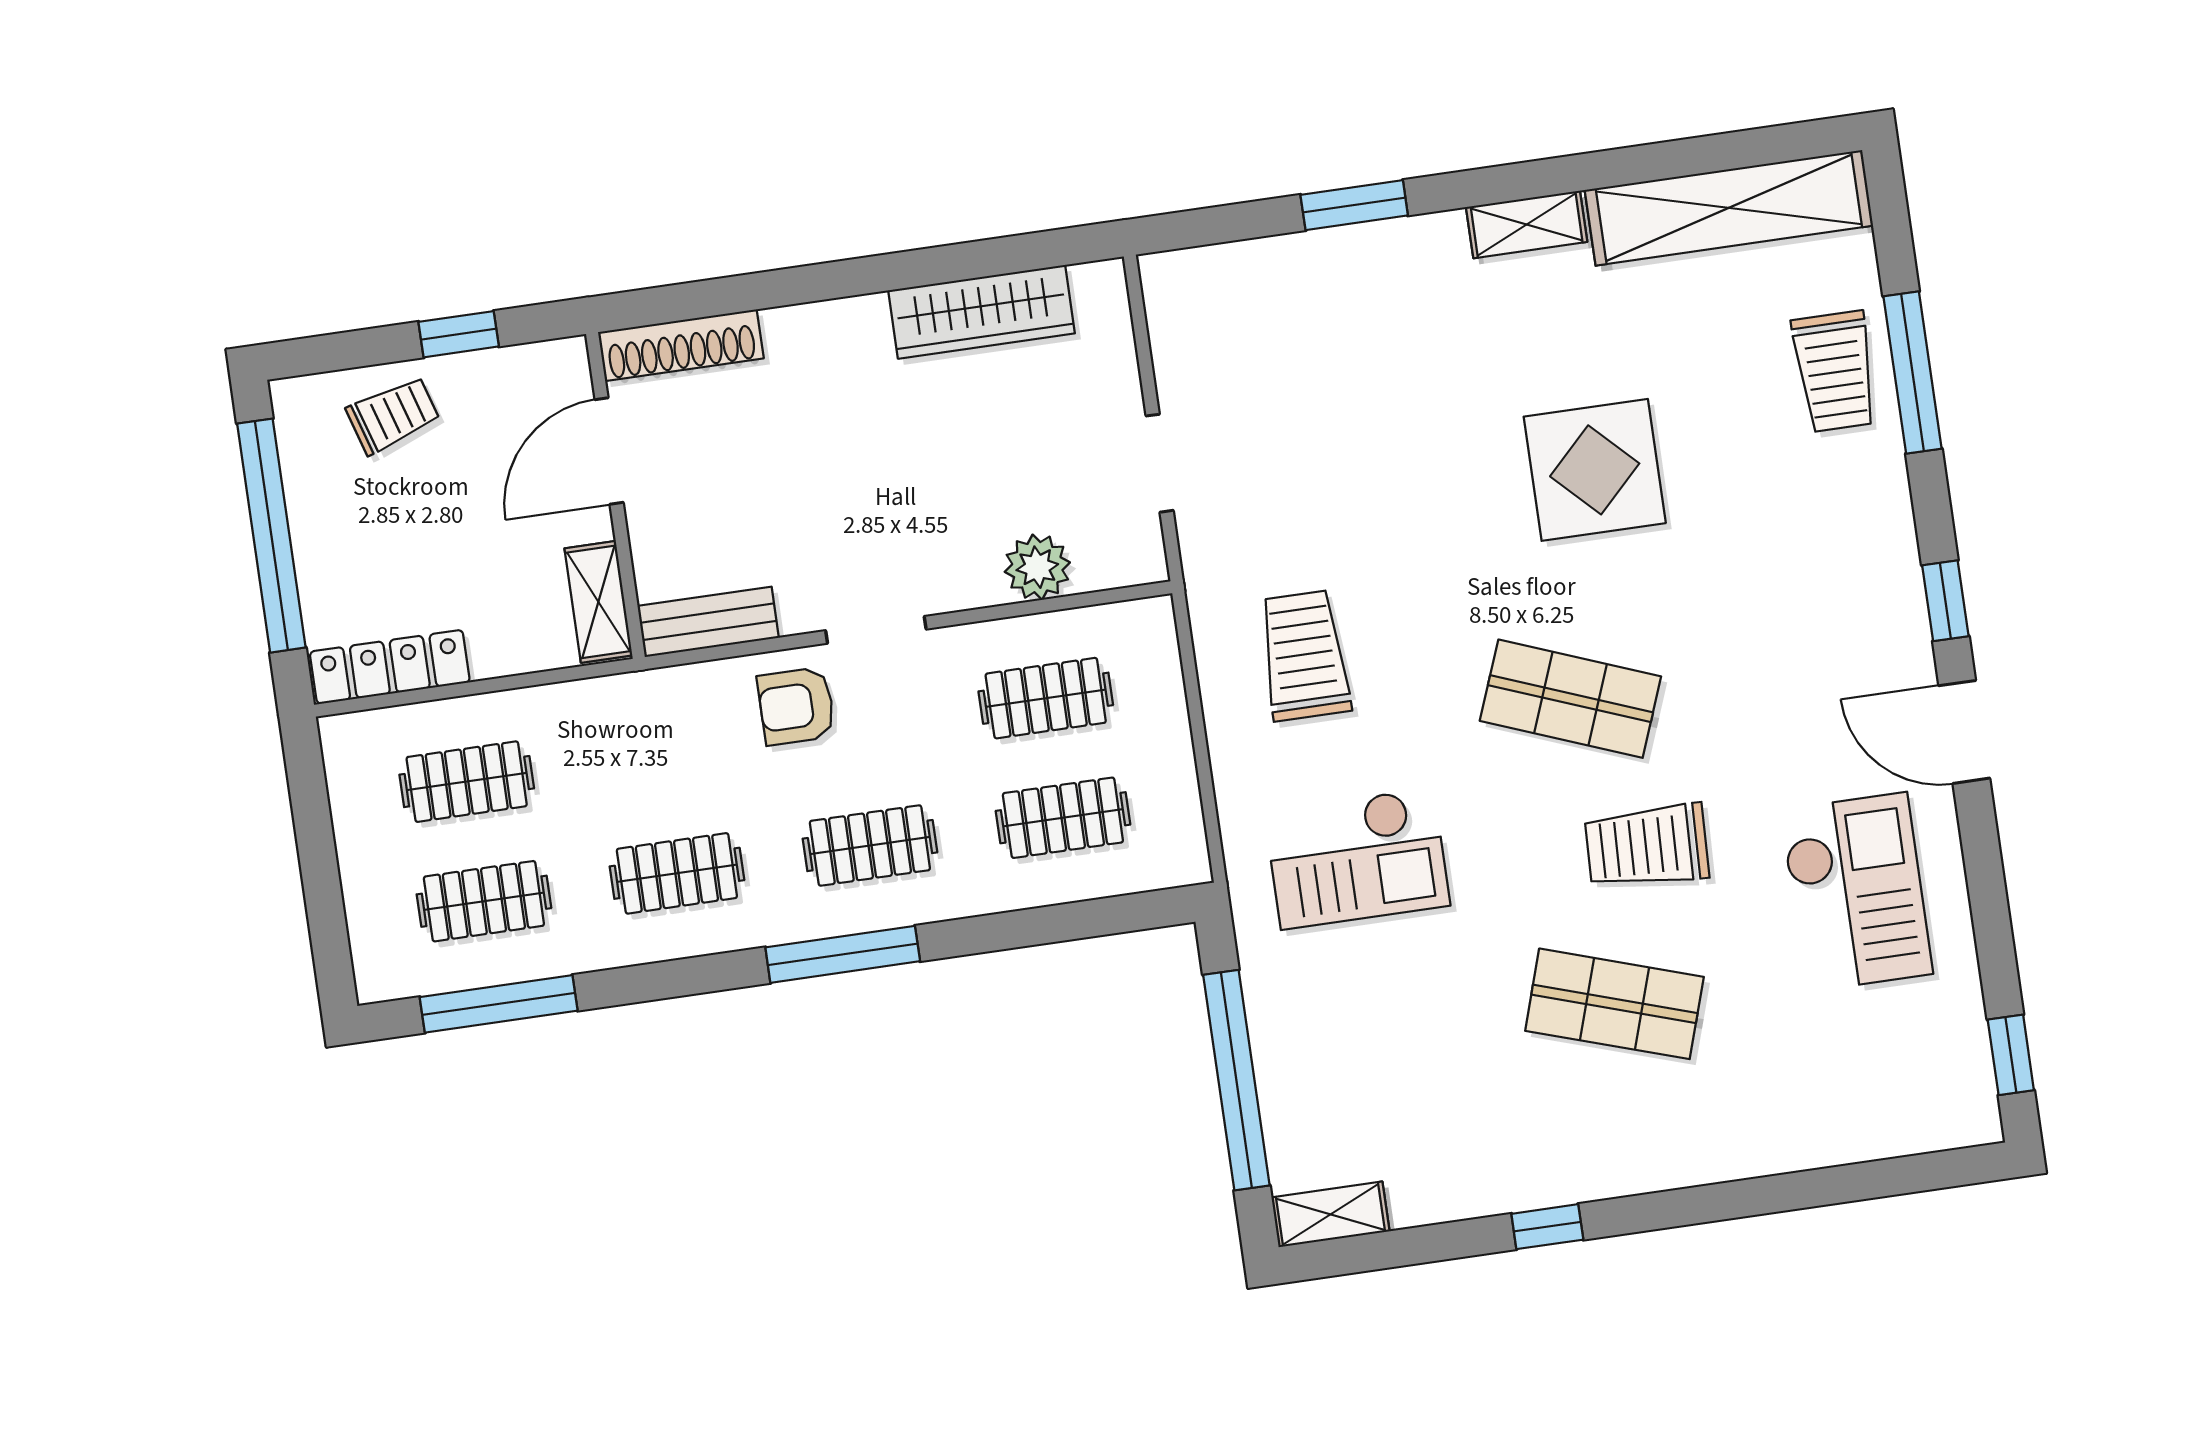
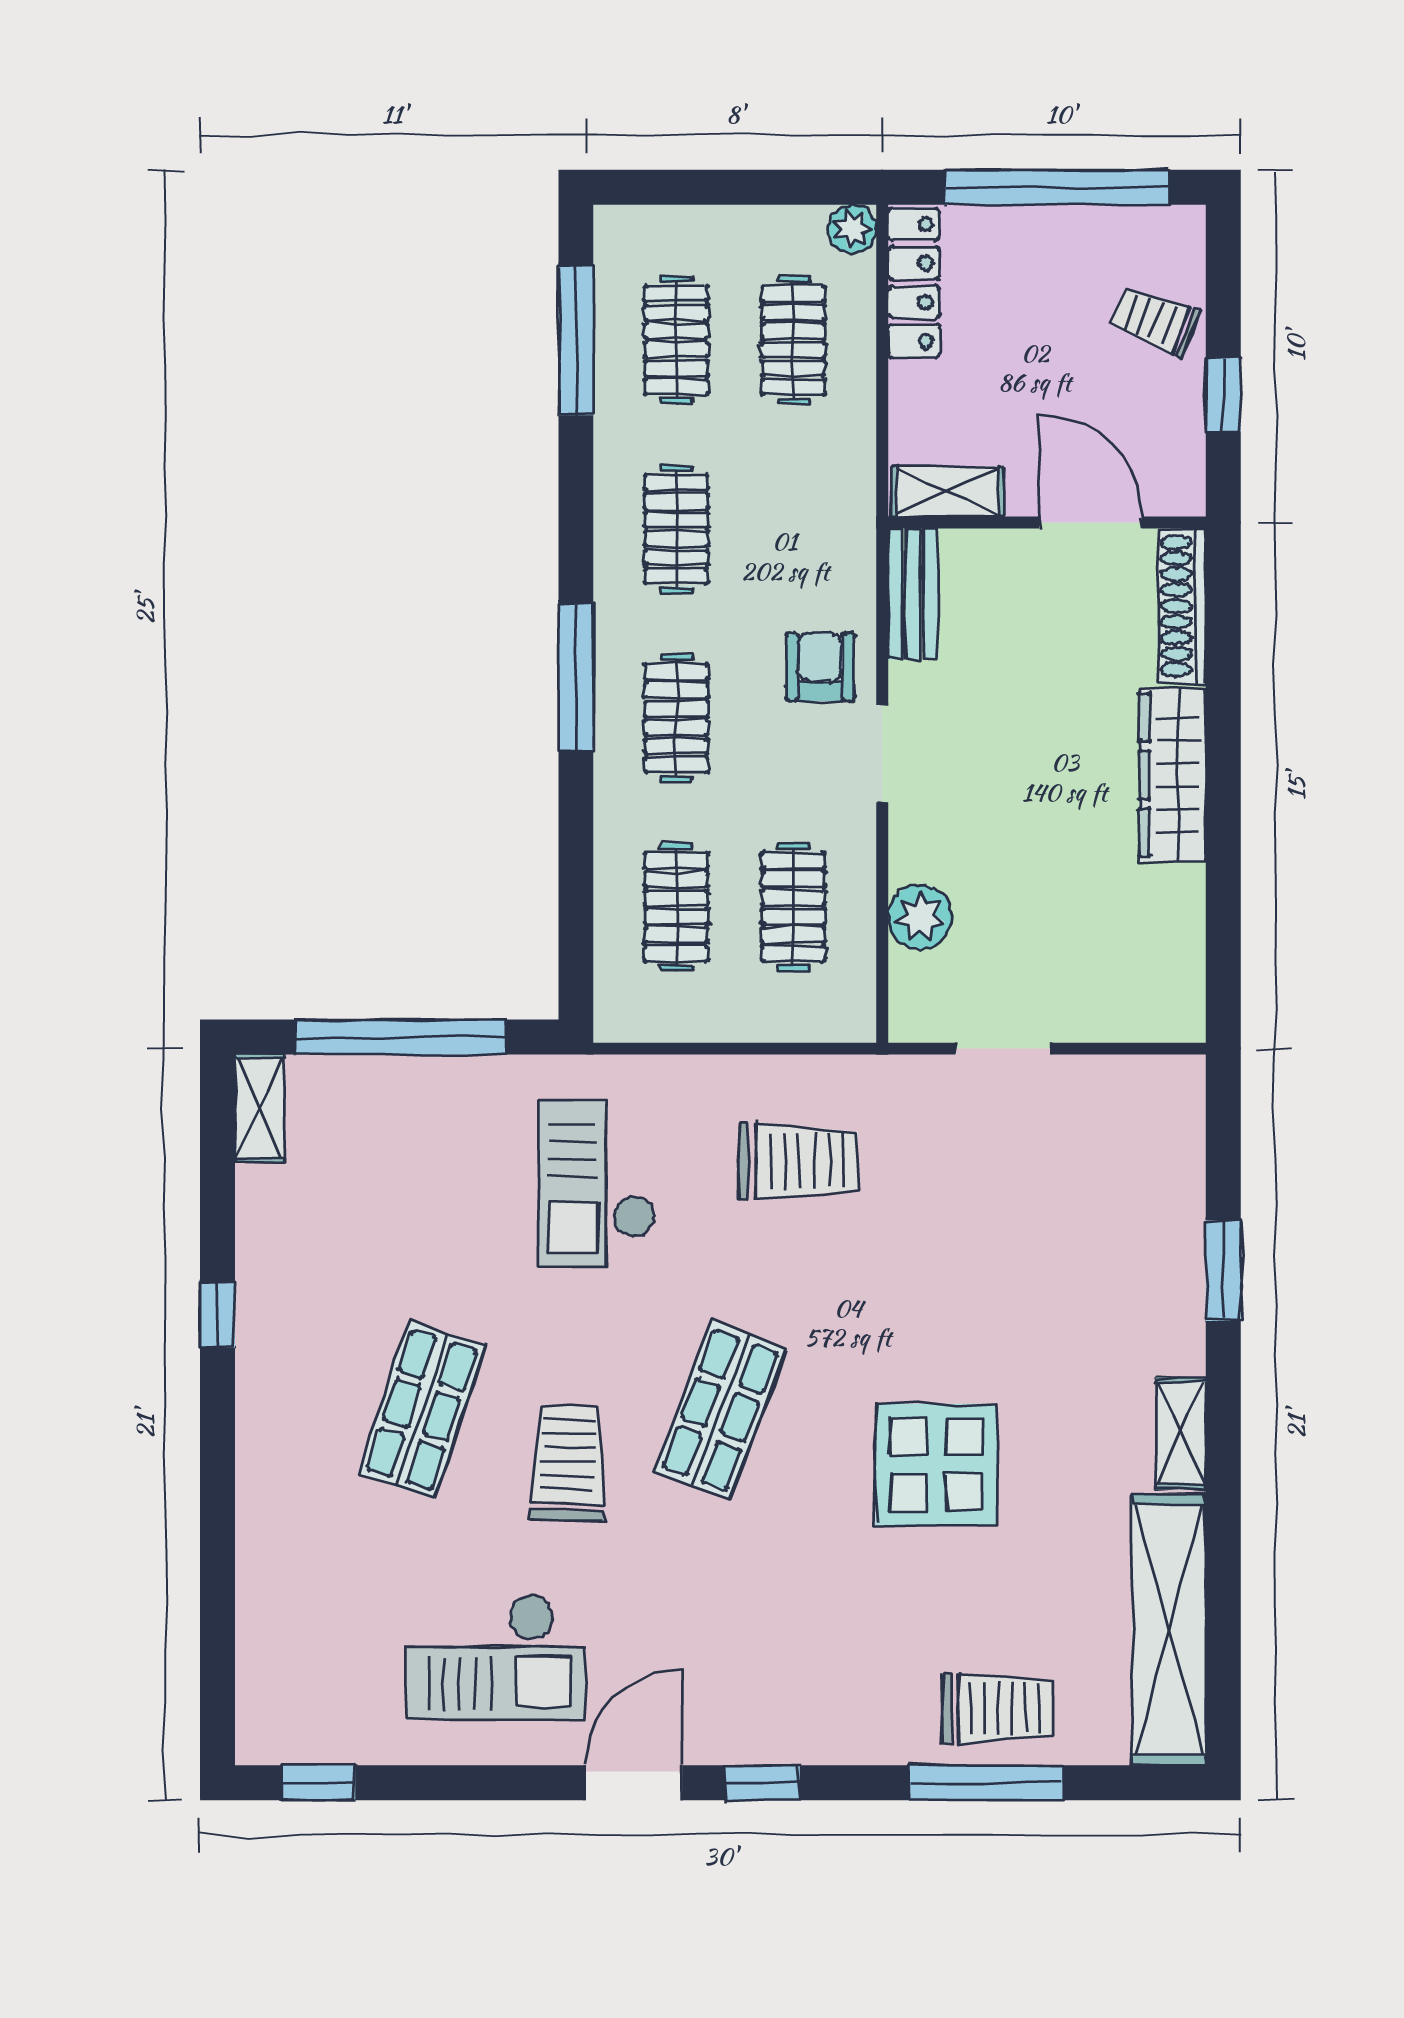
wardrobe: (982, 312) -> (1172, 775), moved
trolley: (1835, 371) -> (998, 1708), turned 180
trolley: (393, 415) -> (1155, 320), turned 128
plant: (344, 738) -> (852, 229), added

